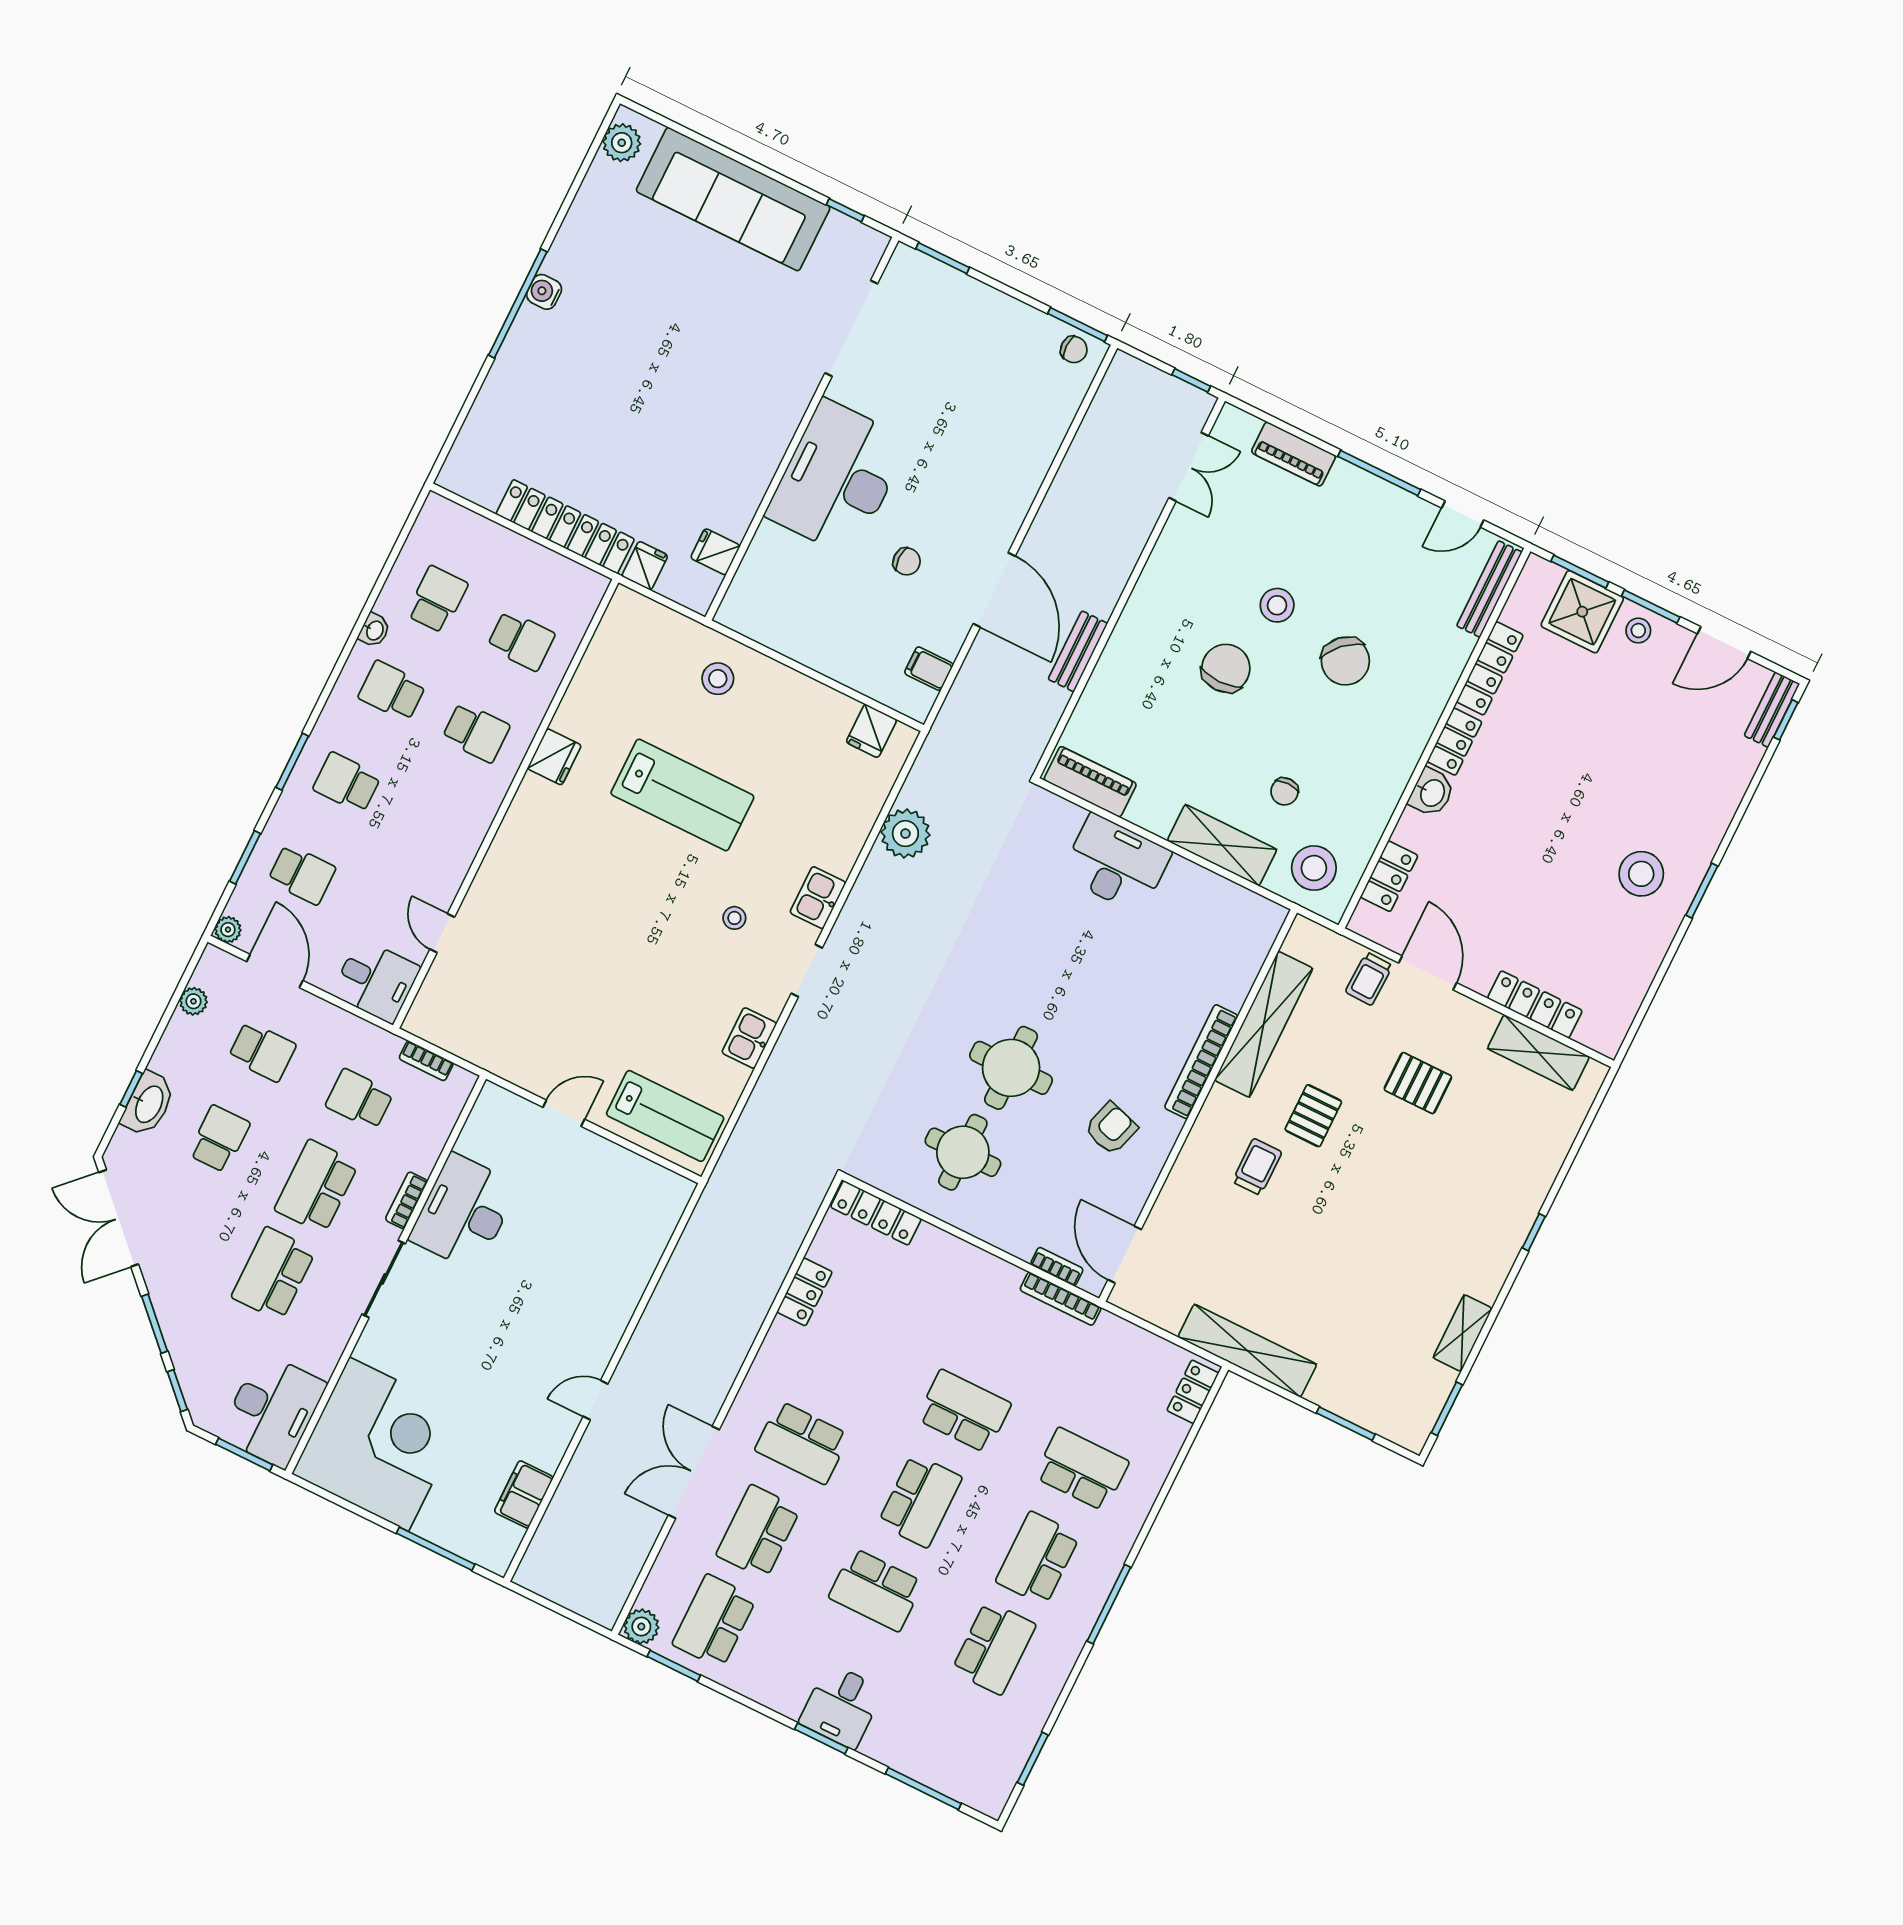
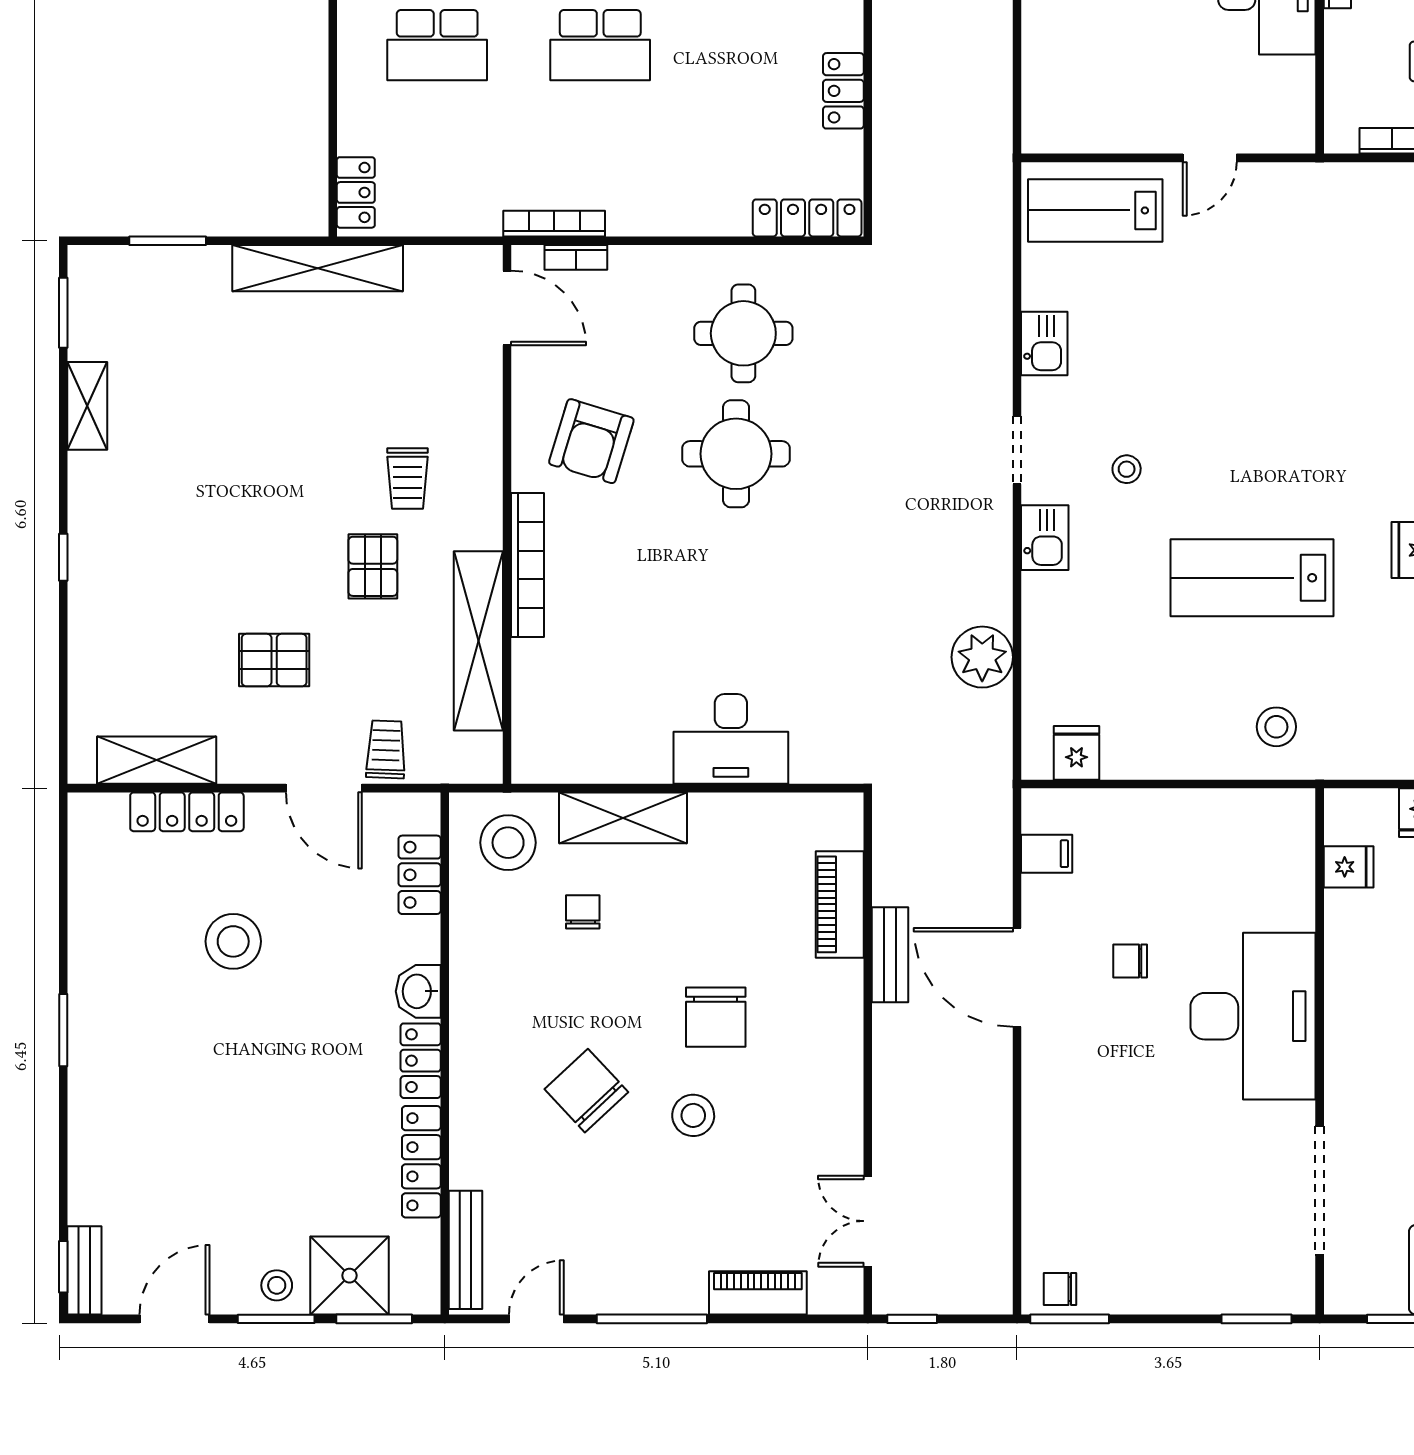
piano: (1090, 782) -> (840, 904), moved, turned 90
stool: (1641, 874) -> (233, 941), moved
armchair: (1111, 1128) -> (591, 441), width x1.38, depth x1.38

